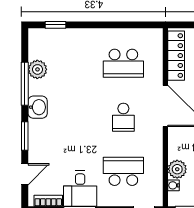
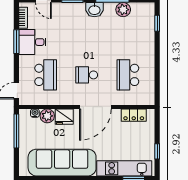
locker: (176, 56) -> (134, 115), width x0.66
fridge: (178, 147) -> (64, 117), added

